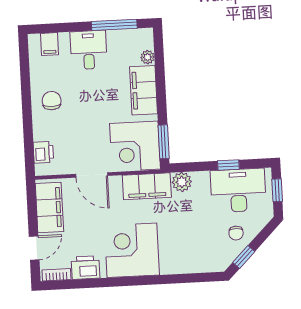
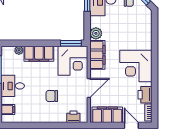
chair: (52, 101) -> (52, 96), moved

